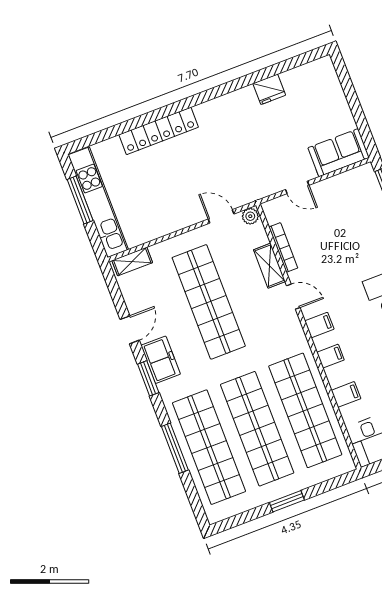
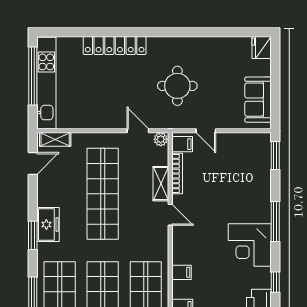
fridge: (269, 89) -> (262, 47), moved, turned 90
round table: (246, 149) -> (177, 86), added
sofa: (339, 153) -> (258, 100), moved, turned -90
window: (80, 200) -> (33, 76), width x1.46
filing cabinet: (319, 325) -> (182, 144), moved
door: (130, 330) -> (33, 164), moved

